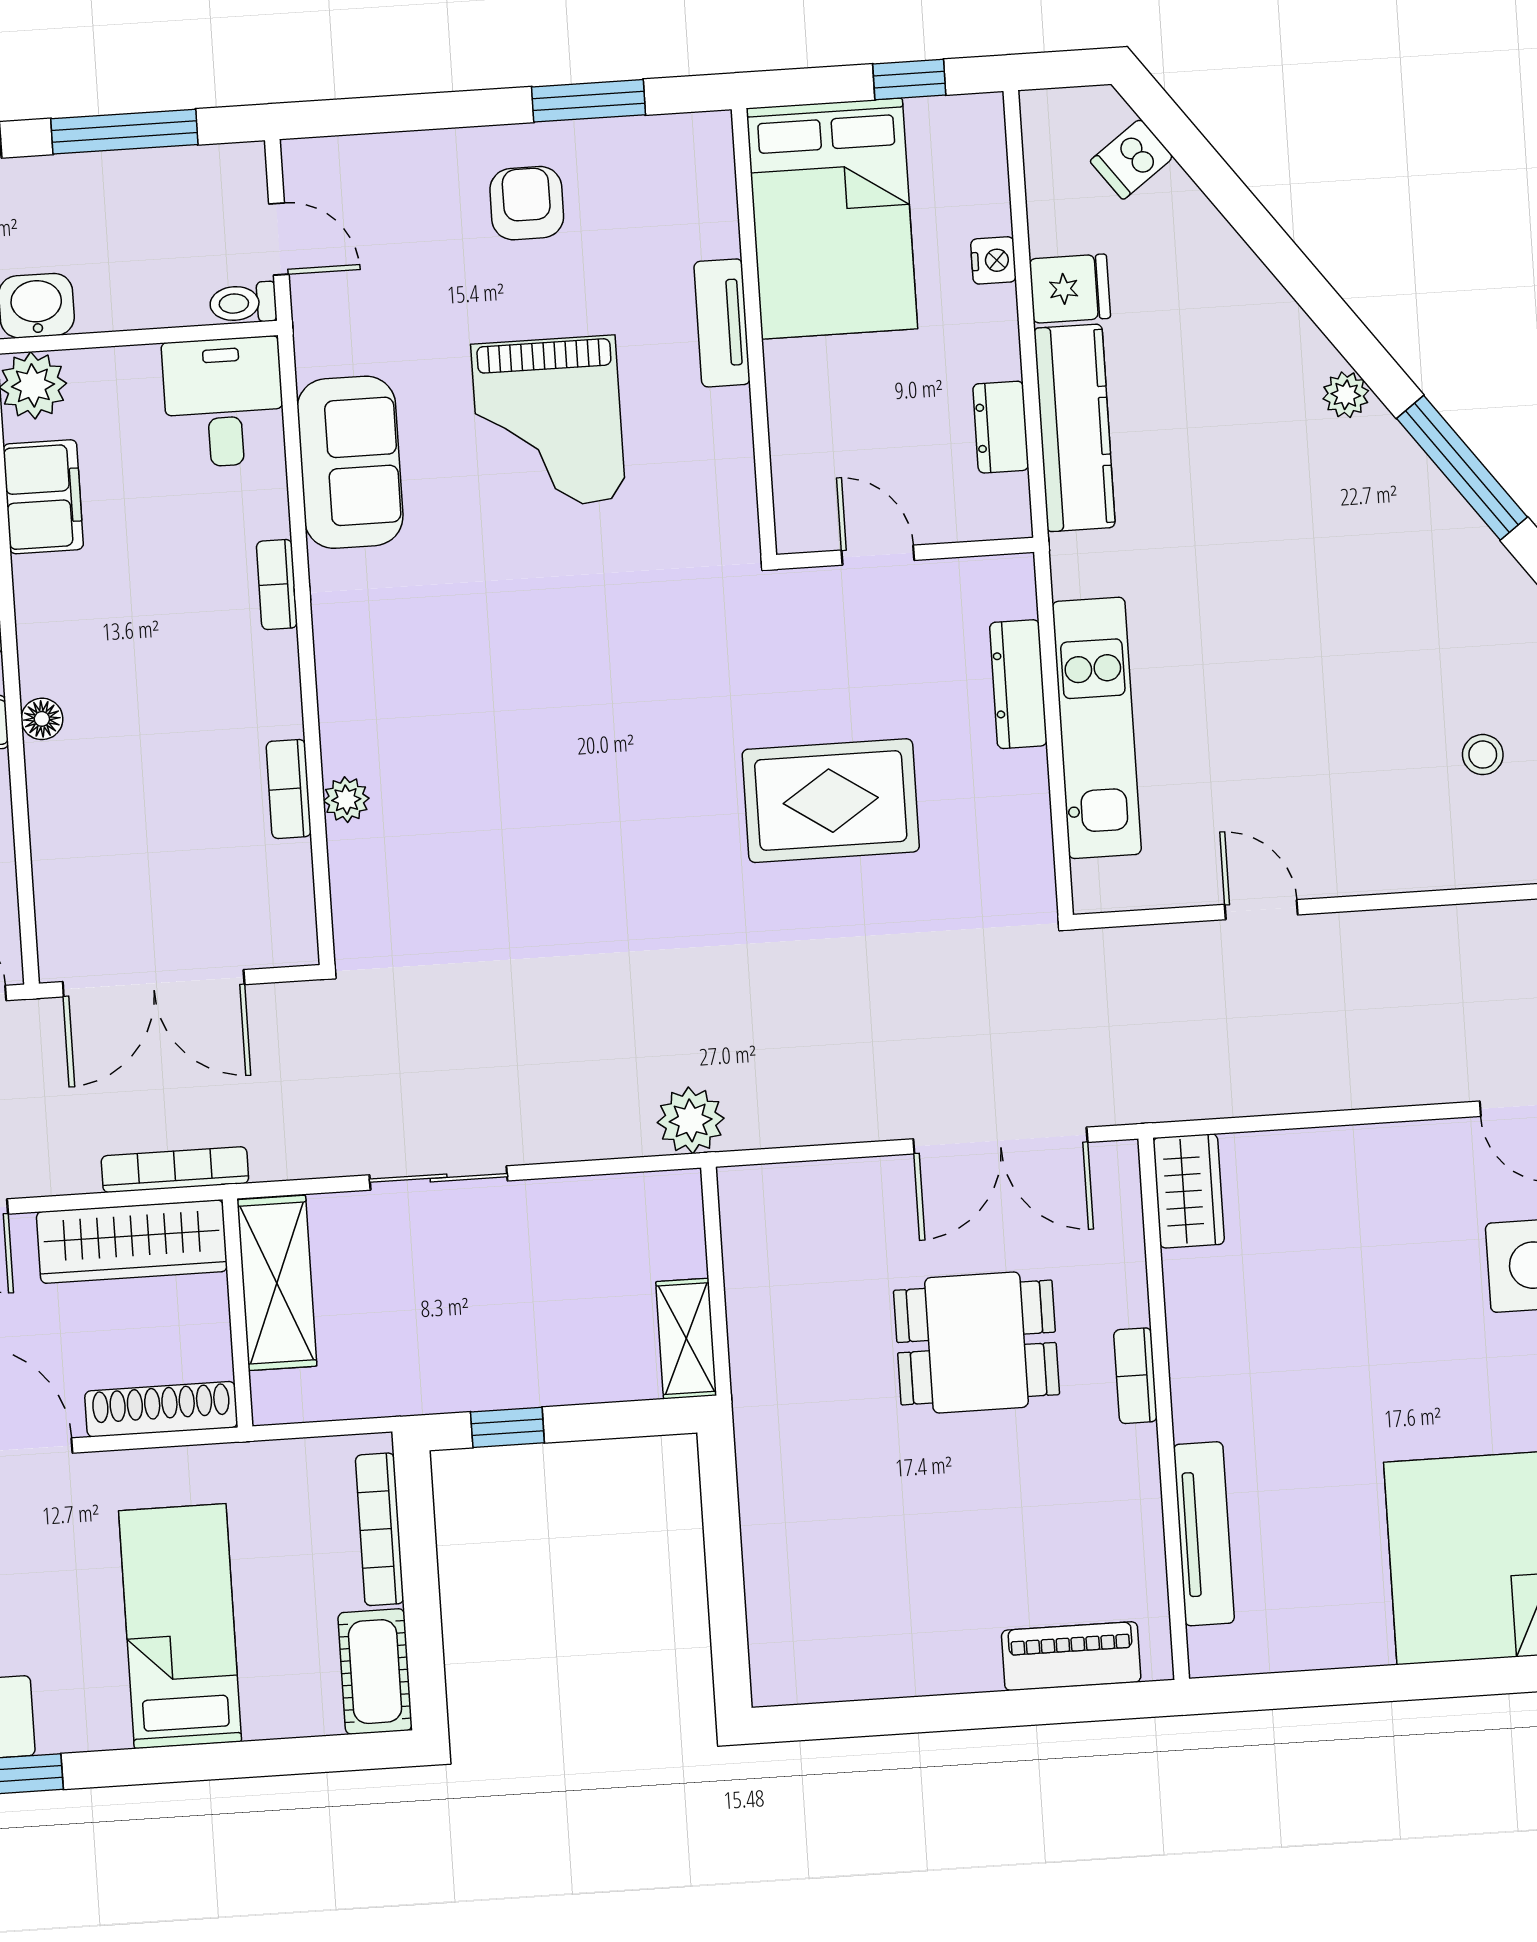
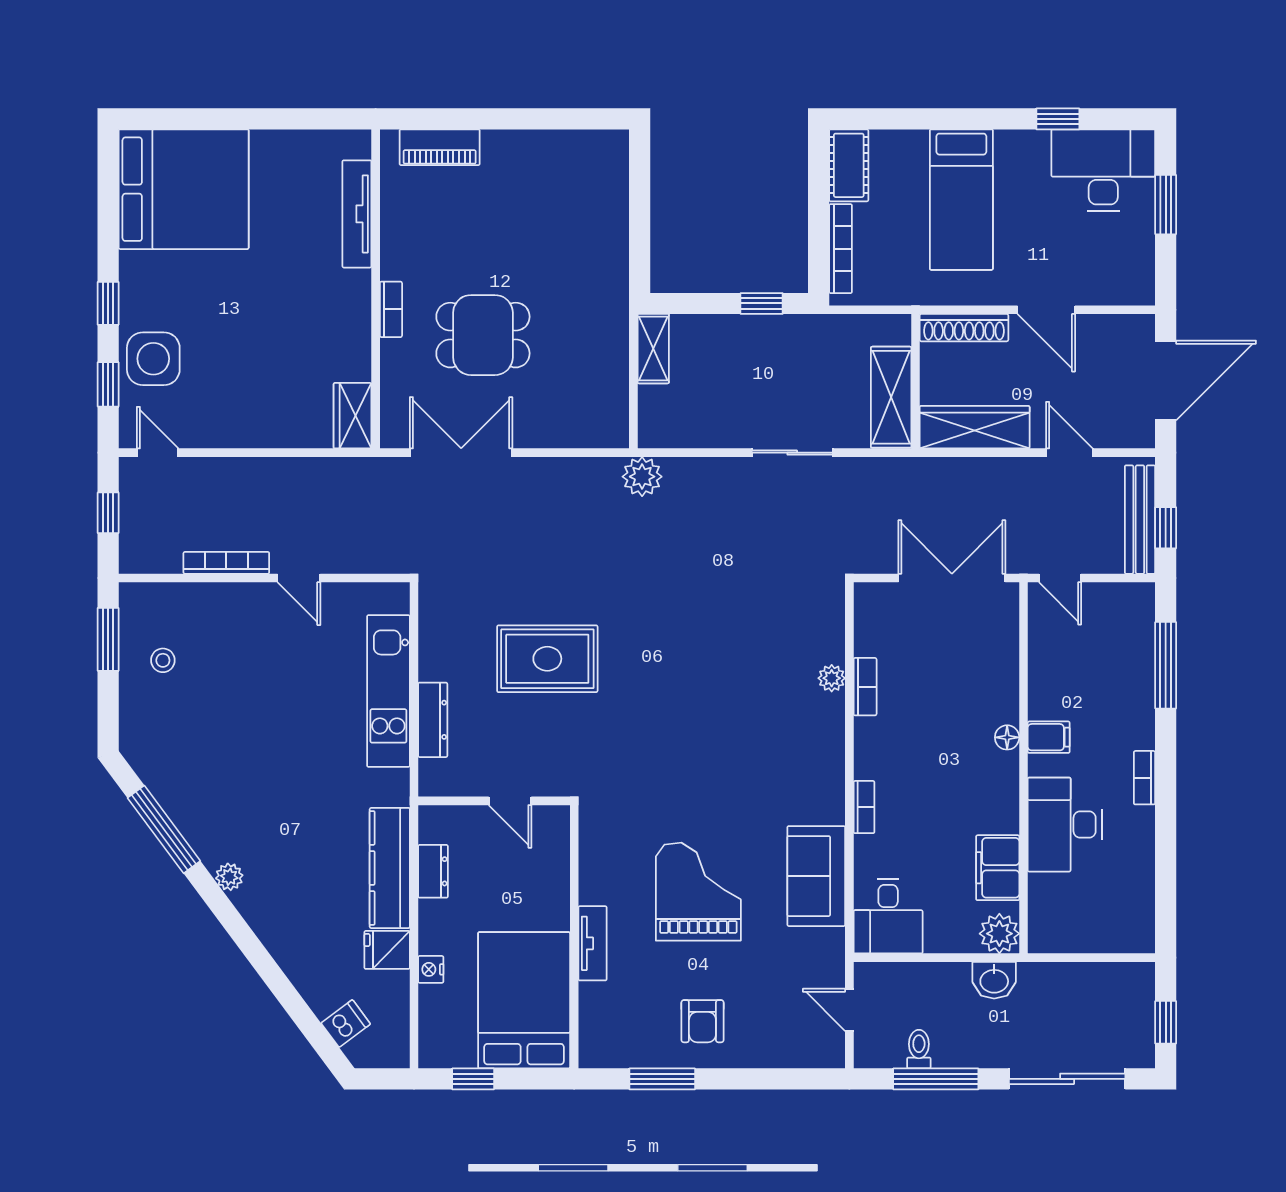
toilet: (243, 303) -> (919, 1049), moved, turned -90
bookcase: (175, 1170) -> (226, 563), moved, turned 180

